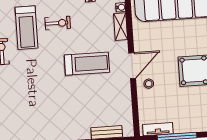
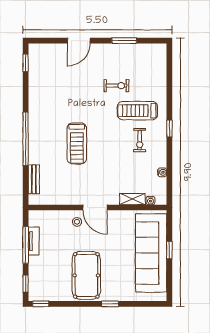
treadmill: (87, 64) -> (77, 143), moved
tv unit: (158, 129) -> (34, 241), moved

